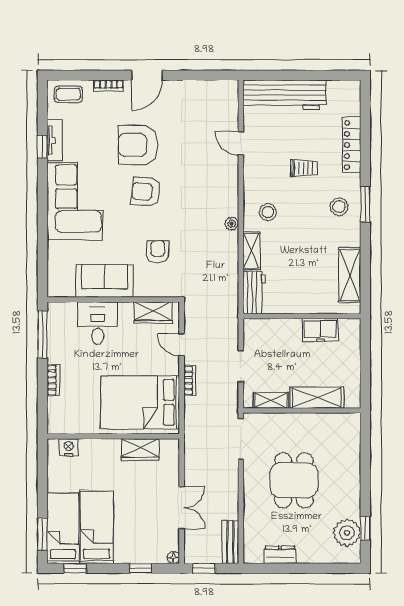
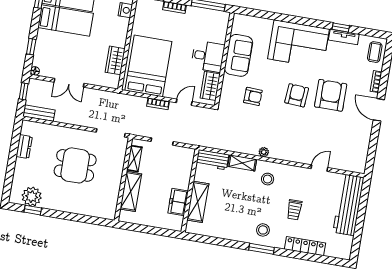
shelving: (350, 275) -> (198, 202), moved, turned 90
desk: (98, 323) -> (208, 56), moved

